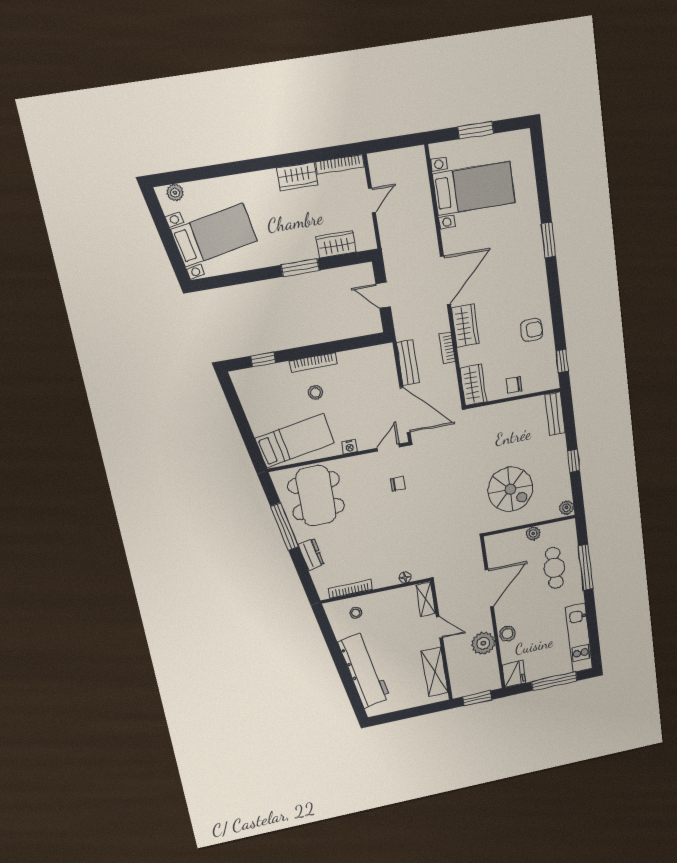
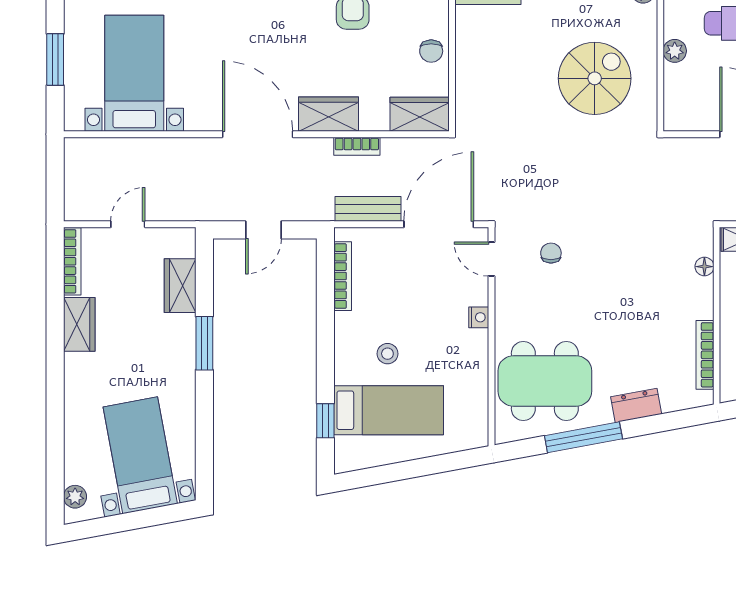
door: (372, 200) -> (128, 224), hinge flipped
bookcase: (313, 362) -> (343, 276), moved
bed: (295, 441) -> (389, 410), moved, turned 100

